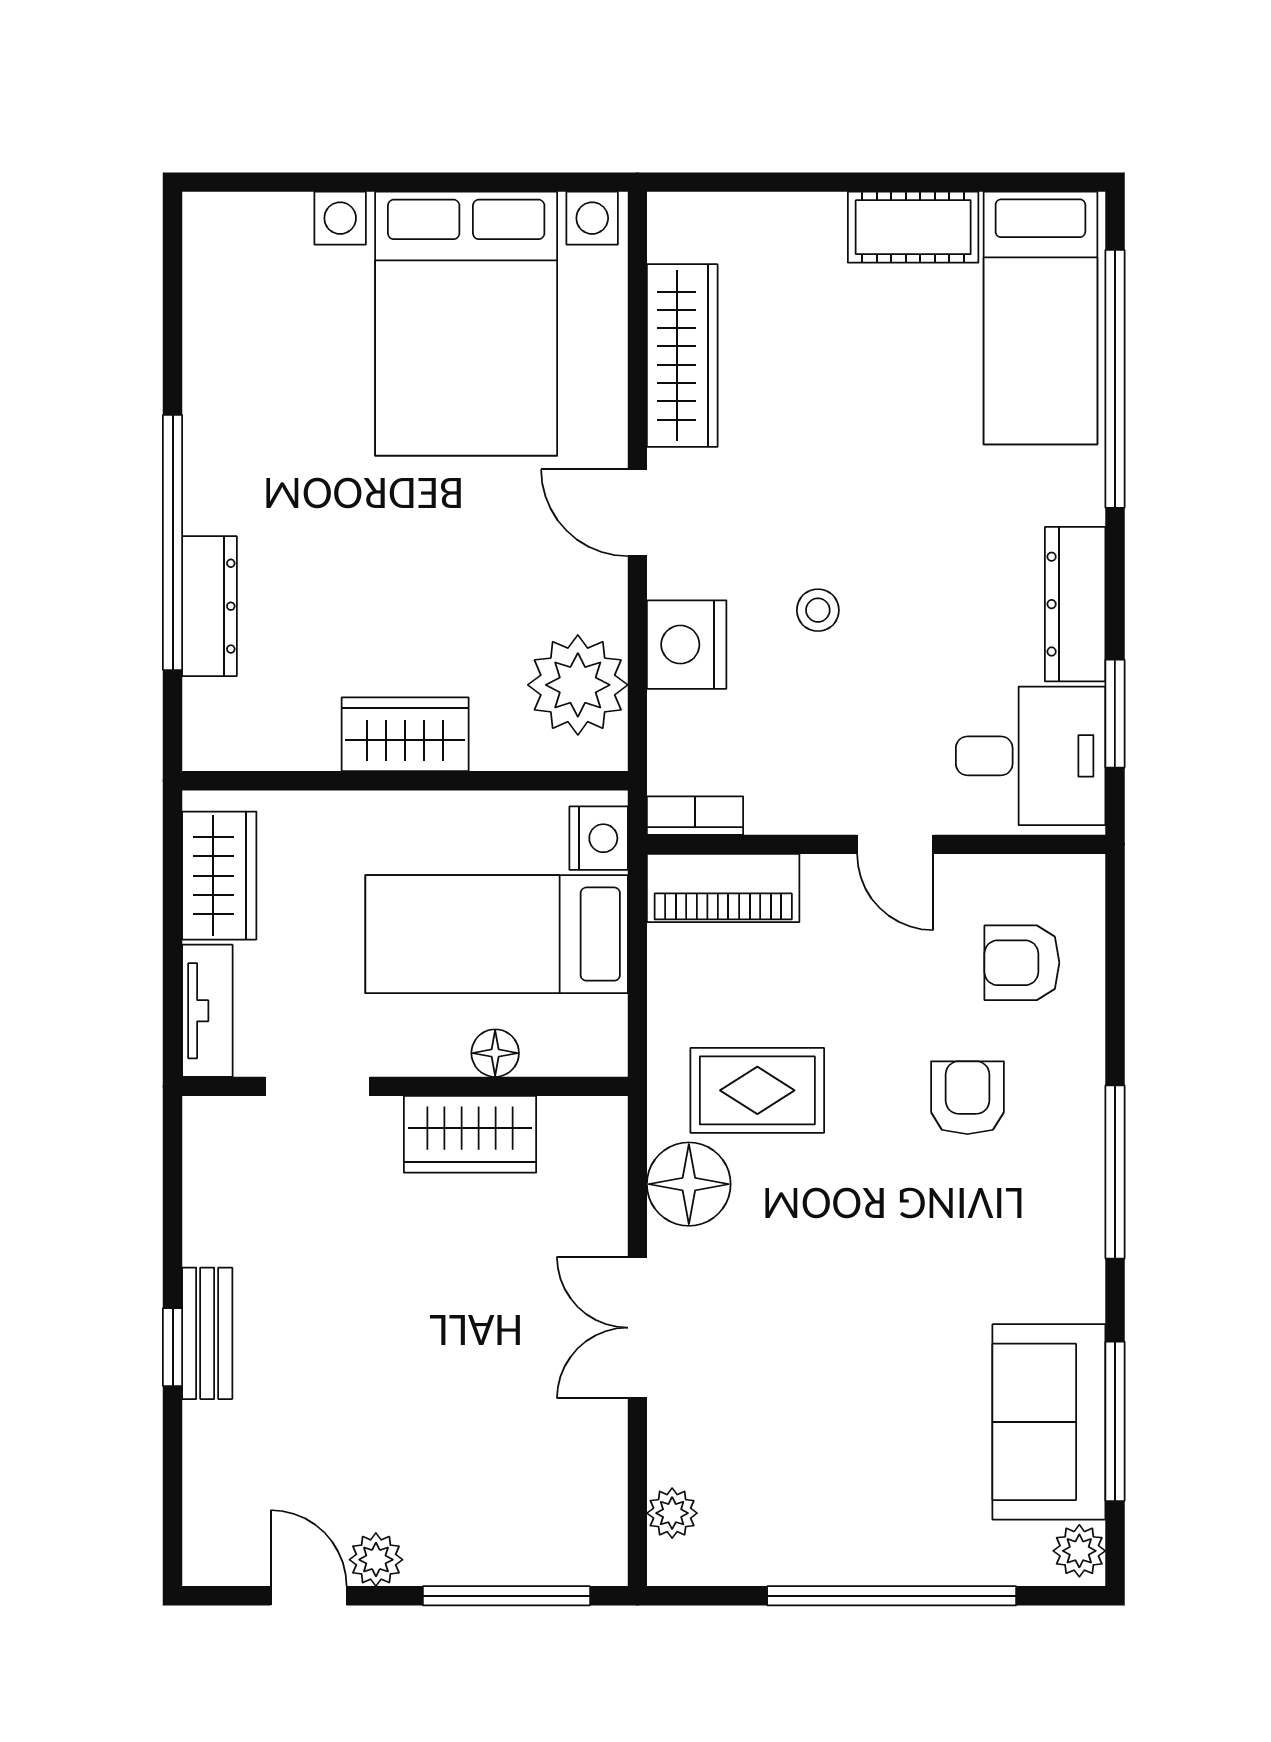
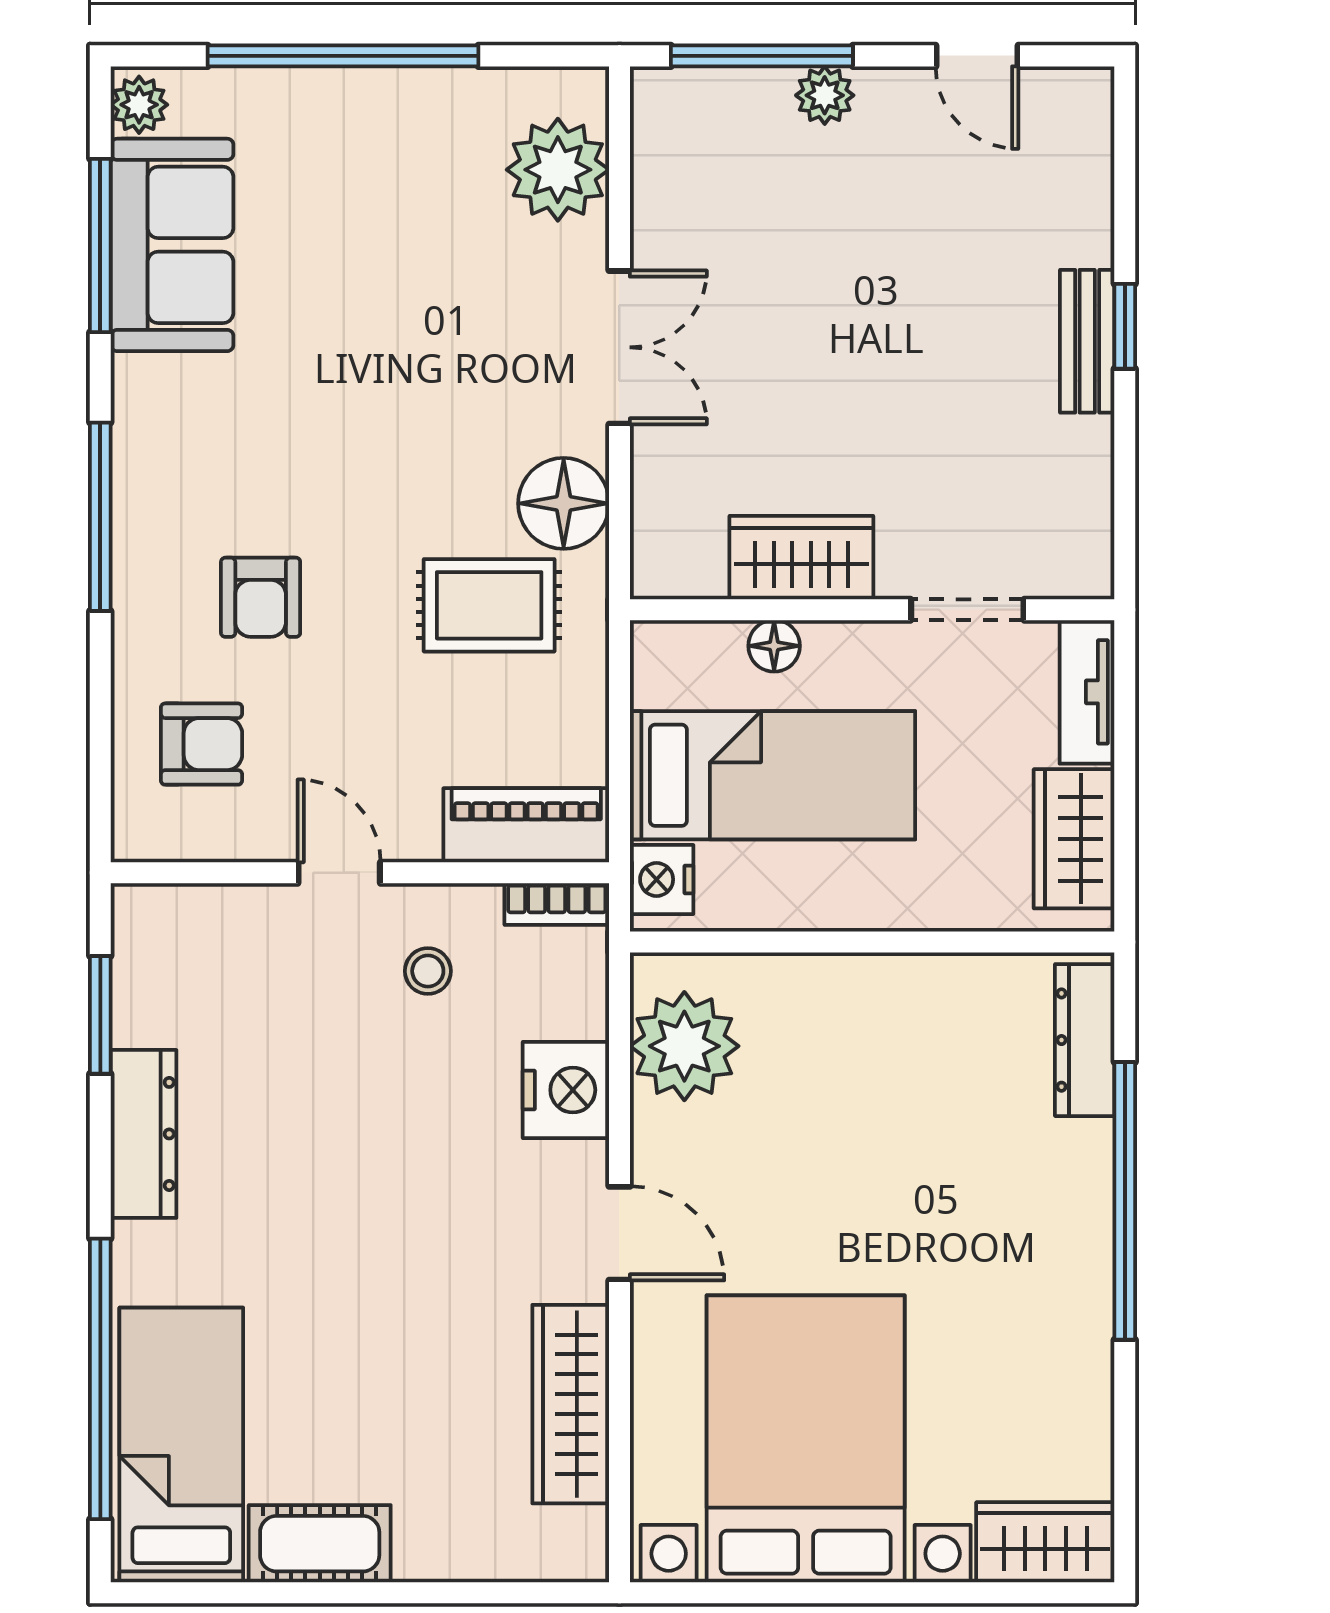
dresser: (209, 606) -> (1085, 1040), moved
stool: (818, 610) -> (428, 971), moved
wardrobe: (405, 734) -> (1045, 1542), moved, turned 180
desk: (1031, 756) -> (192, 969), removed
plant: (672, 1513) -> (558, 170), width x1.87, depth x1.87
plant: (376, 1560) -> (825, 95), moved

